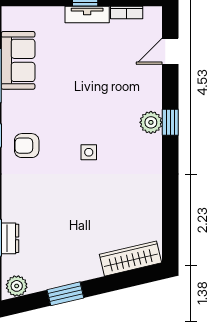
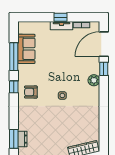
door: (170, 51) -> (104, 44), width x1.87
window: (170, 122) -> (104, 69), moved

